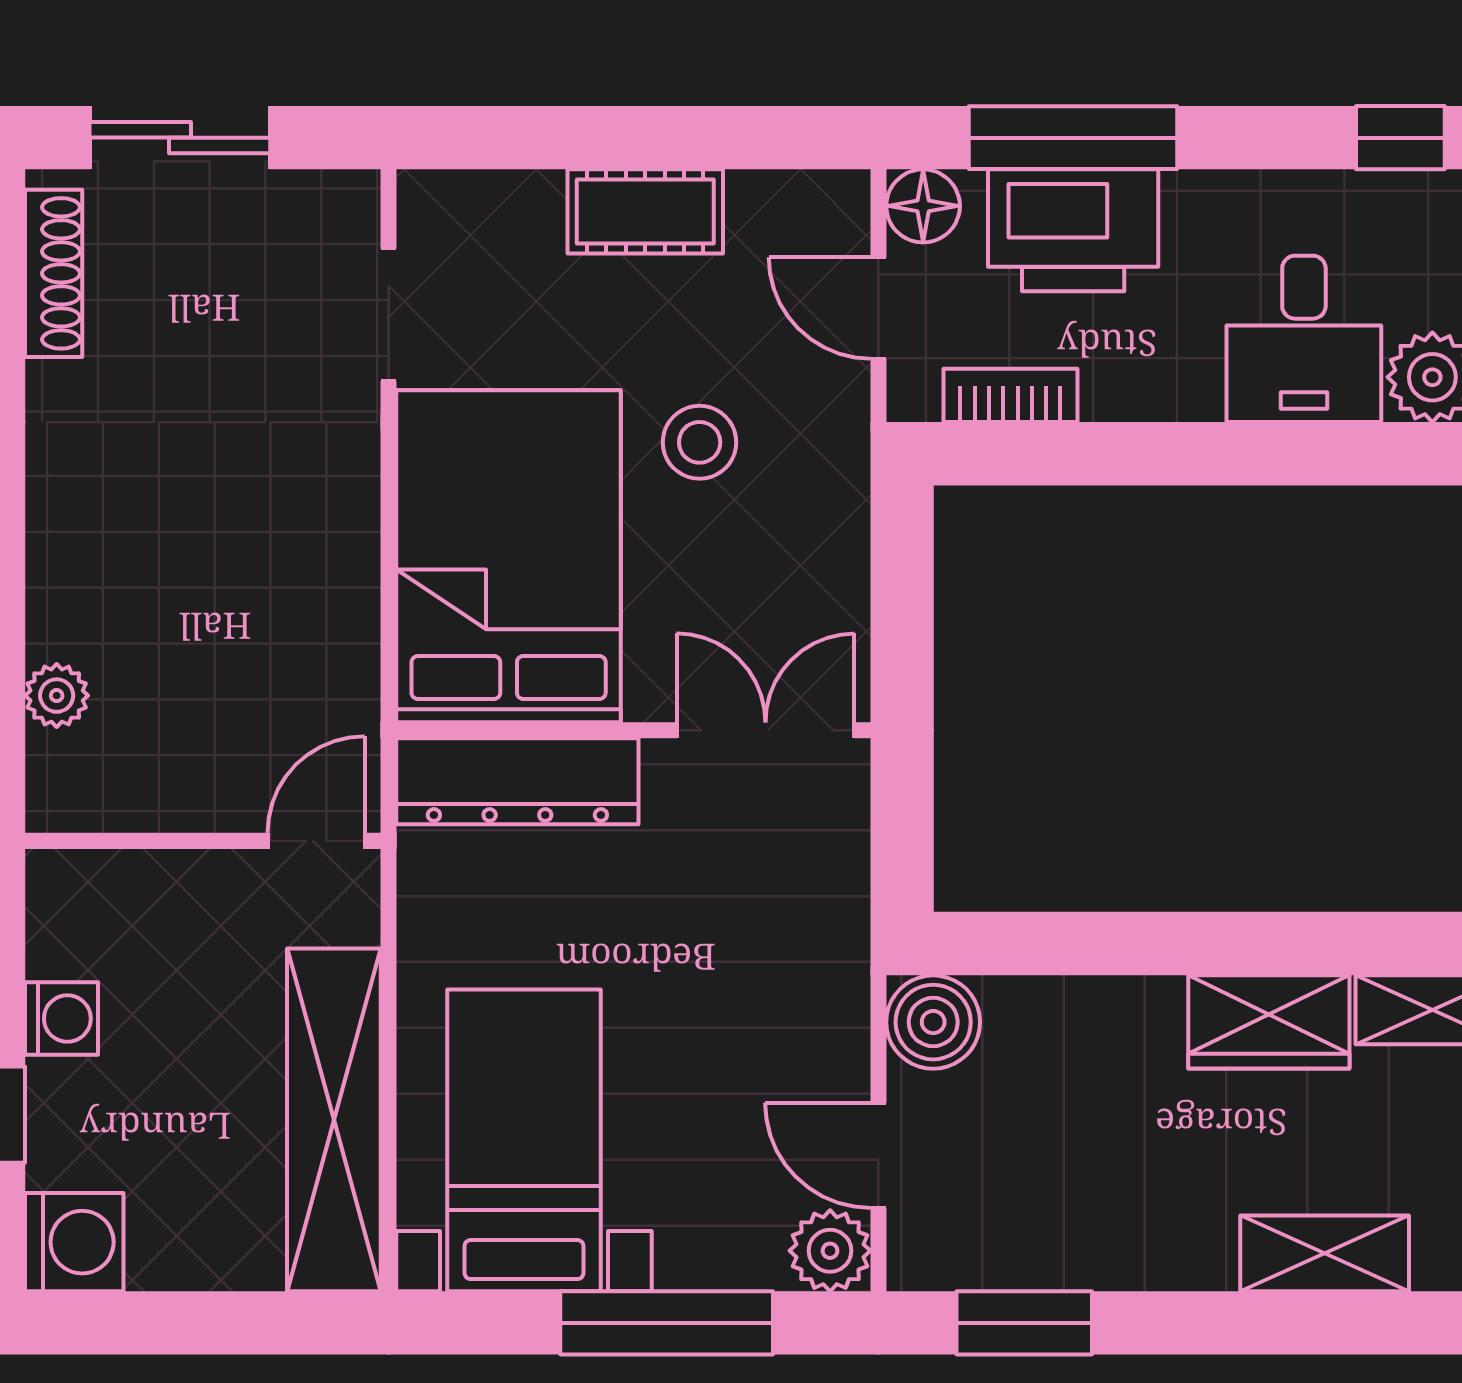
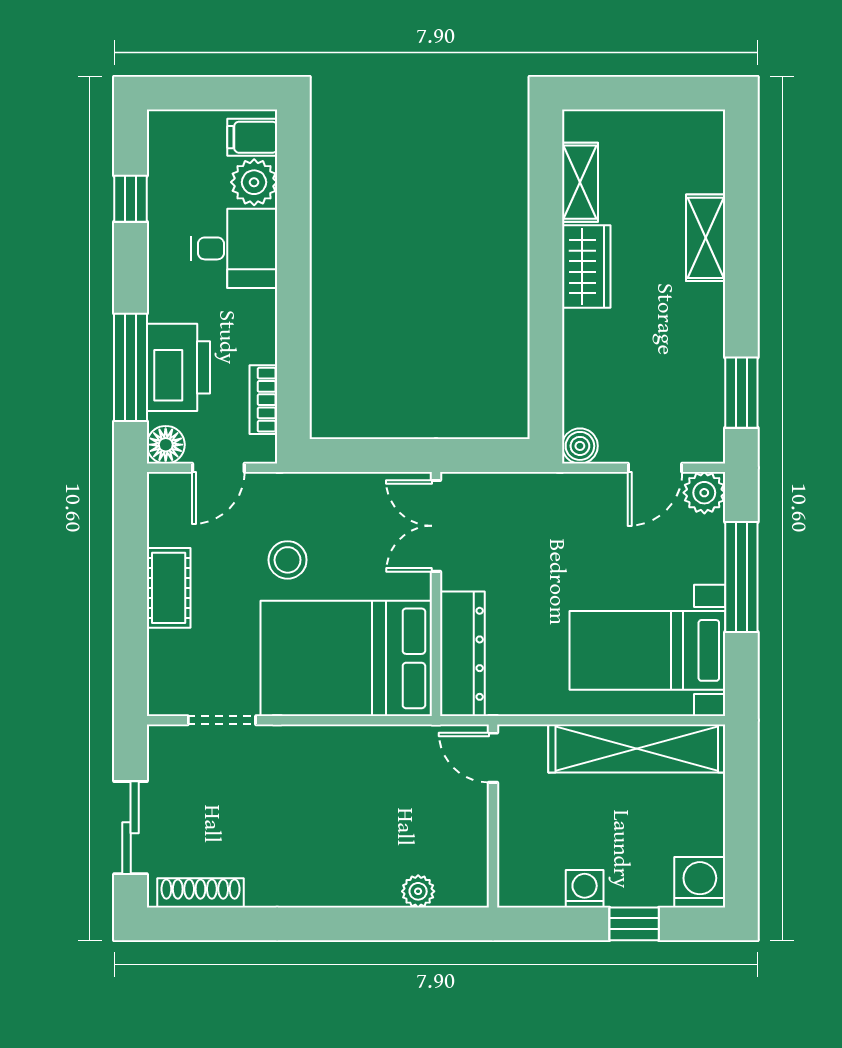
boiler: (933, 1022) -> (580, 446), width x0.73, depth x0.73

